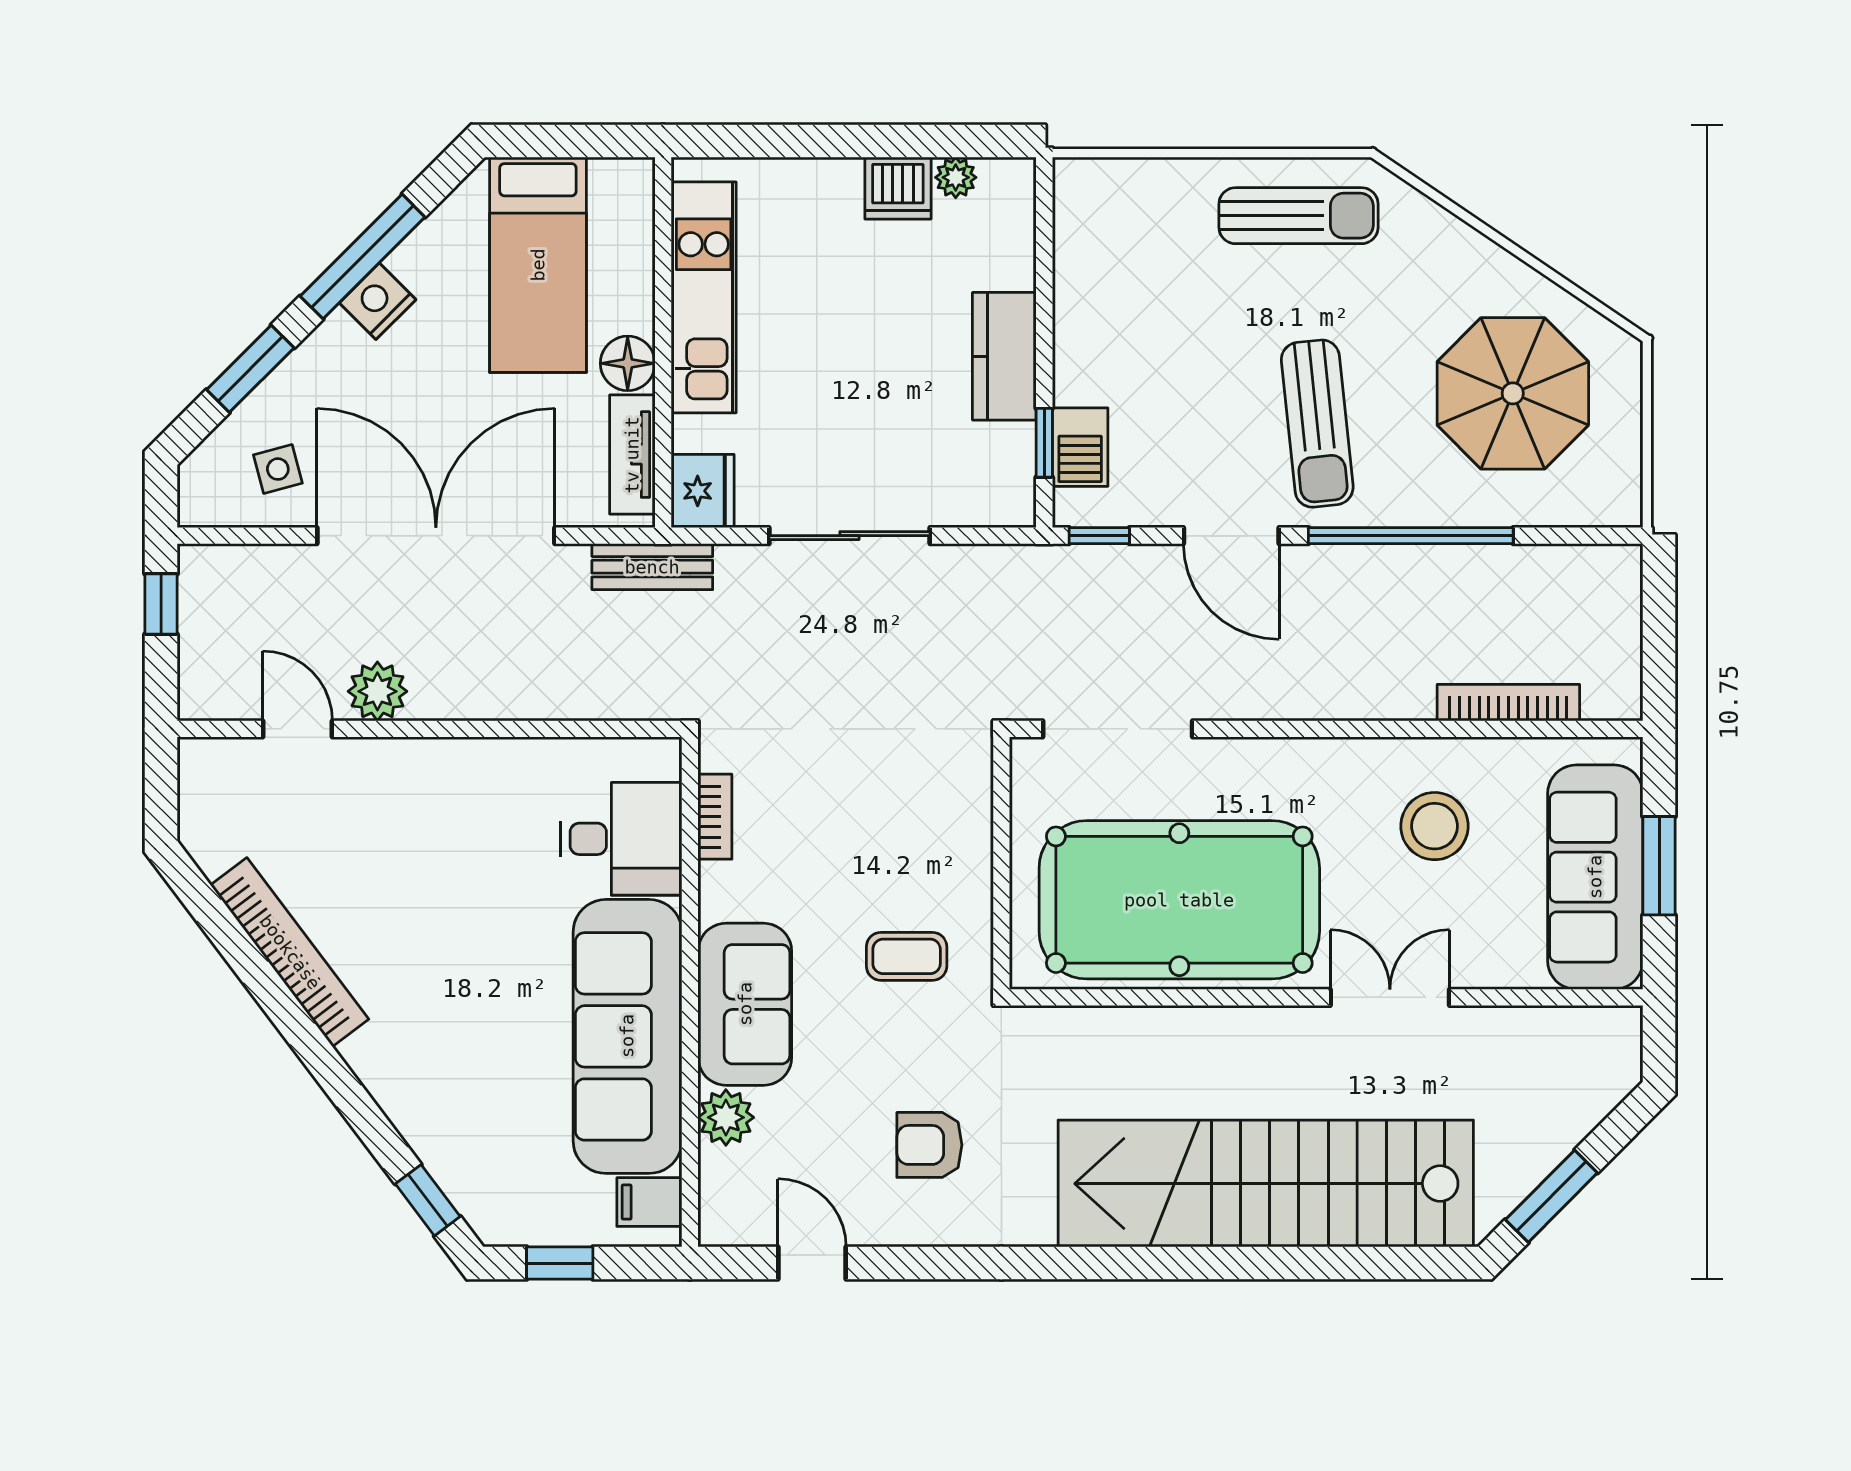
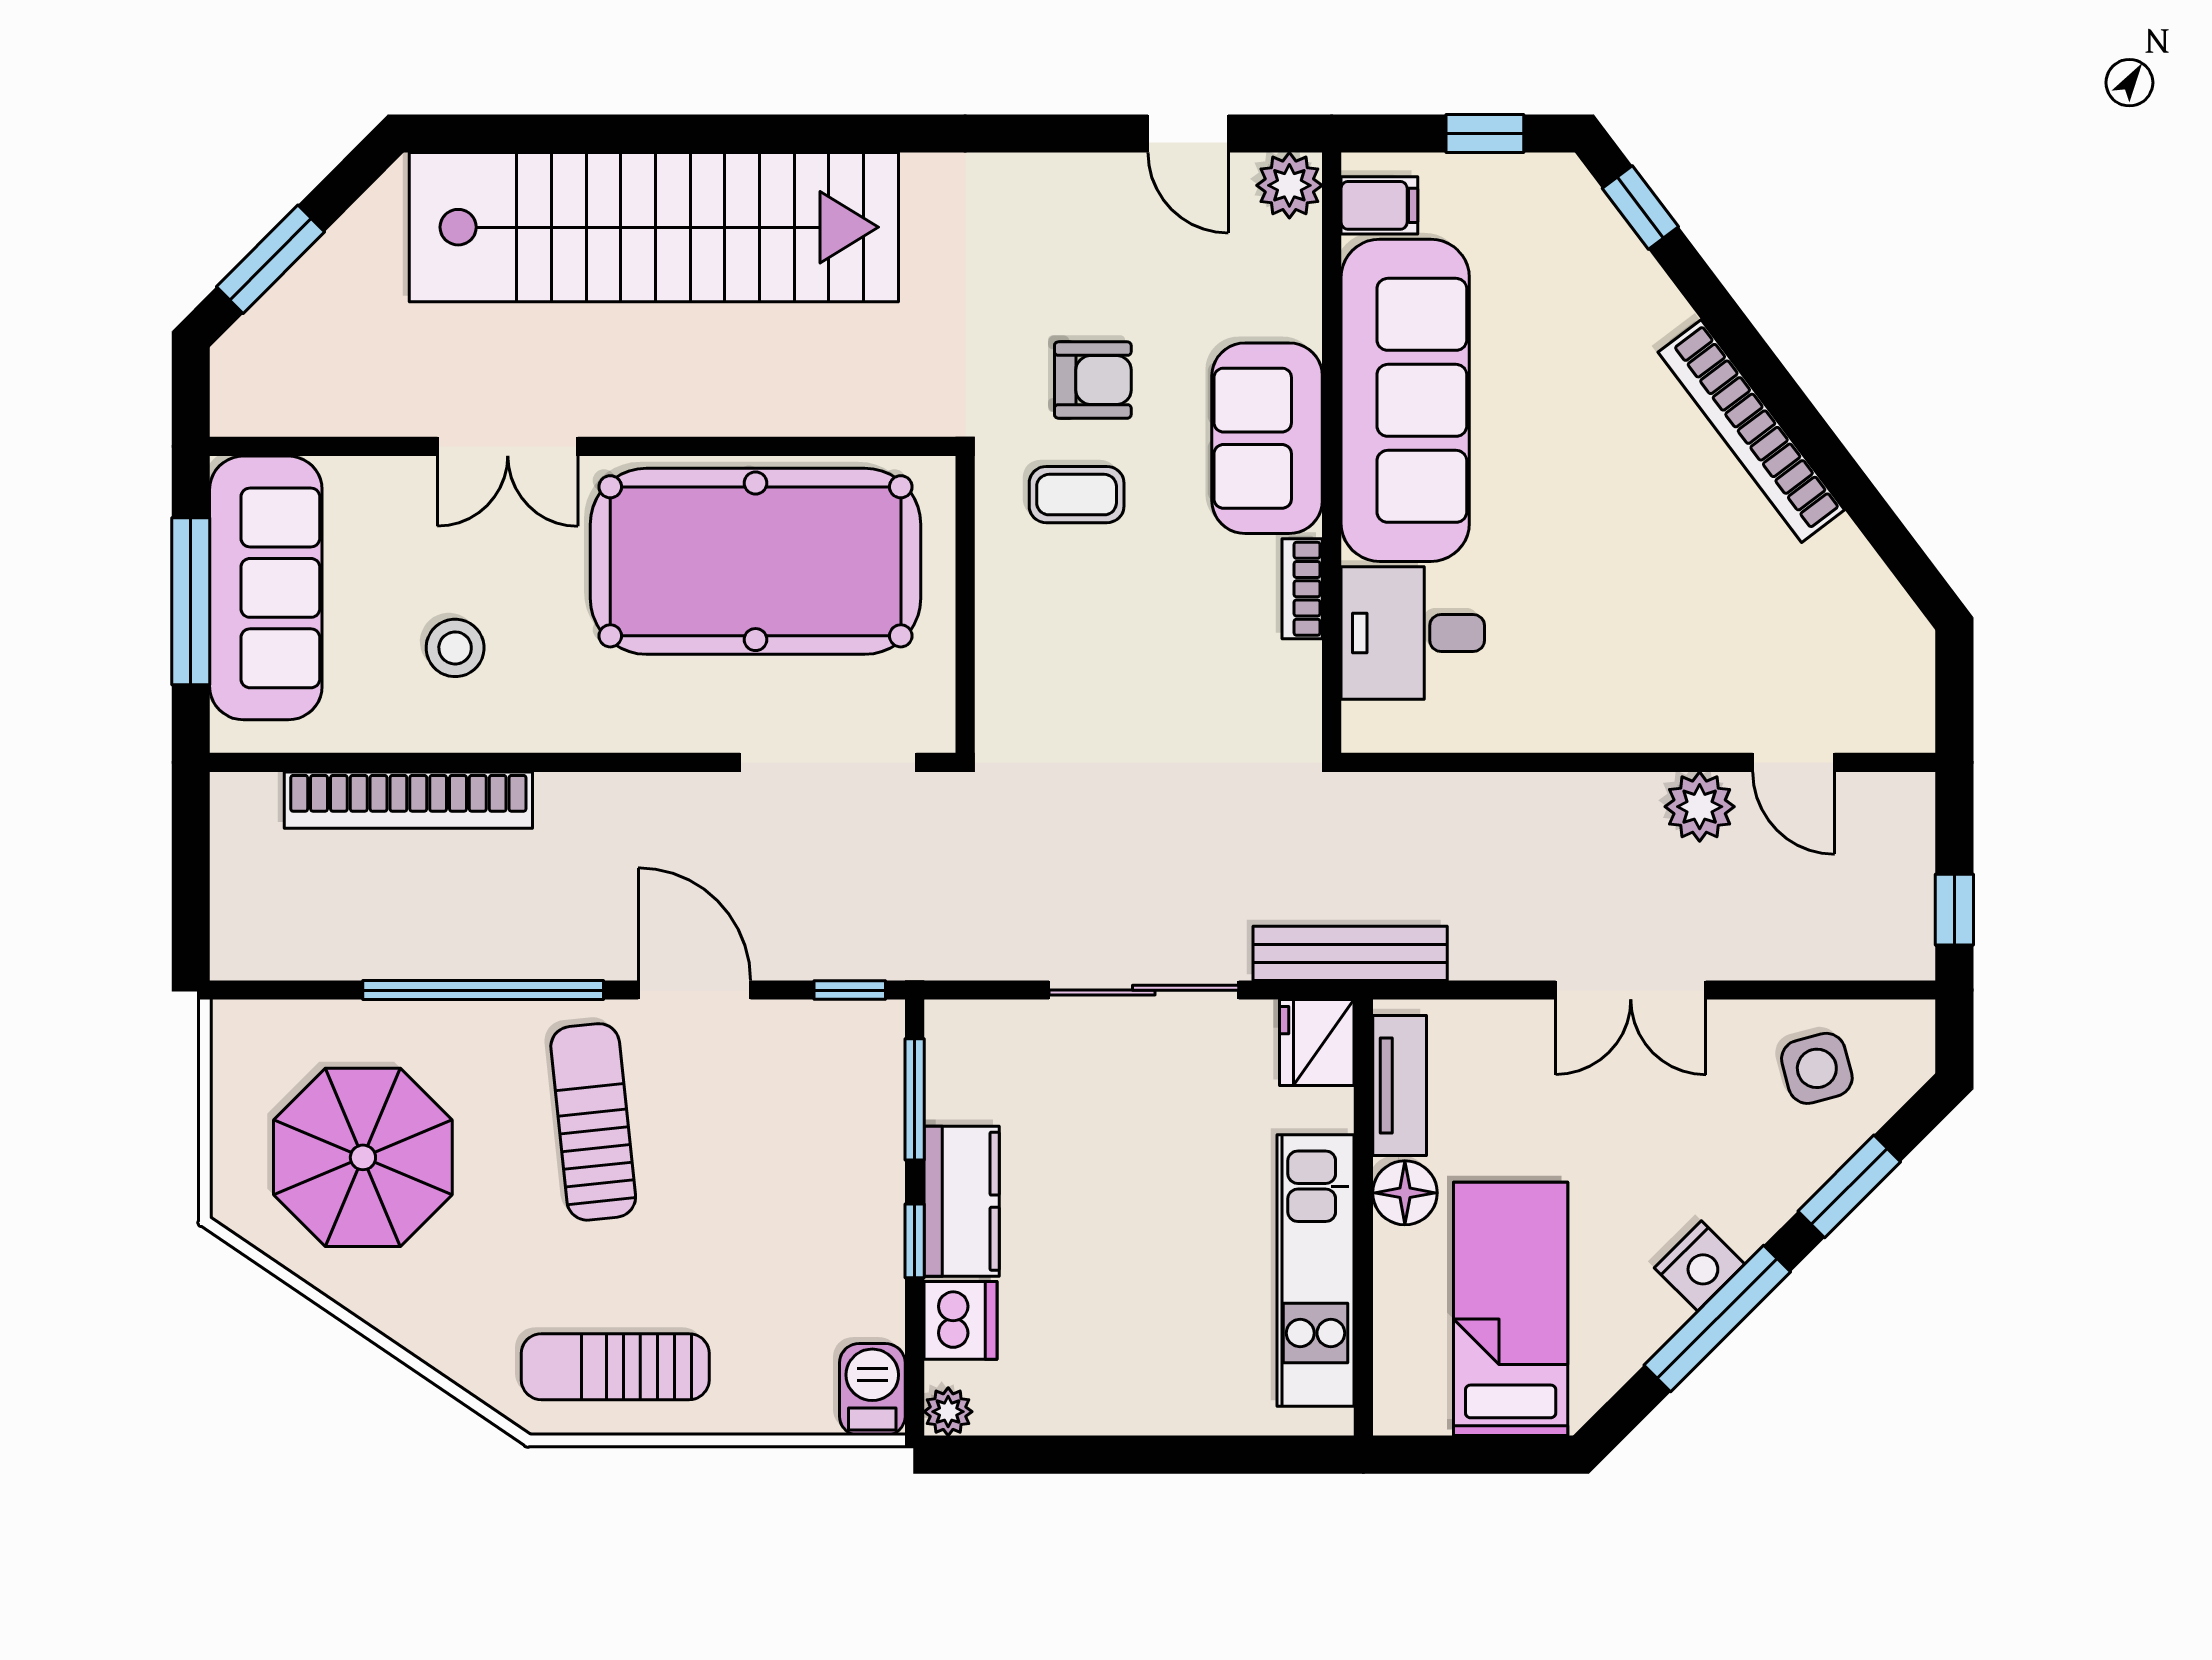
plant: (956, 177) -> (948, 1412), moved
dishwasher: (898, 188) -> (961, 1320), moved, turned 90
window: (1044, 322) -> (915, 1241), added
window: (1044, 443) -> (915, 1099), width x1.50
barbecue: (1080, 447) -> (872, 1390), moved
side table: (278, 469) -> (1817, 1068), width x1.37, depth x1.37
double door: (436, 536) -> (1631, 990), width x0.54
bench: (652, 567) -> (1350, 953), width x1.36
bookcase: (1508, 703) -> (408, 800), width x1.48, depth x1.31
bookcase: (715, 817) -> (1302, 589), moved
stool: (1434, 826) -> (455, 648), width x0.73, depth x0.73
window: (1659, 866) -> (191, 601), width x1.44
bookcase: (290, 952) -> (1751, 431), moved
plant: (726, 1117) -> (1289, 185), moved
armchair: (929, 1145) -> (1093, 380), moved
window: (1551, 1196) -> (271, 259), moved

